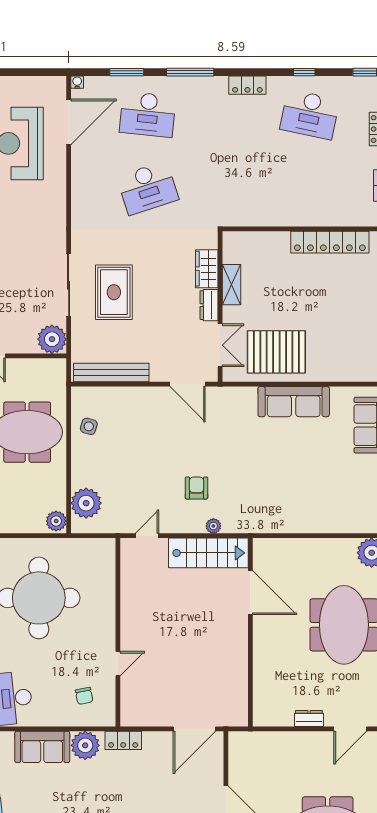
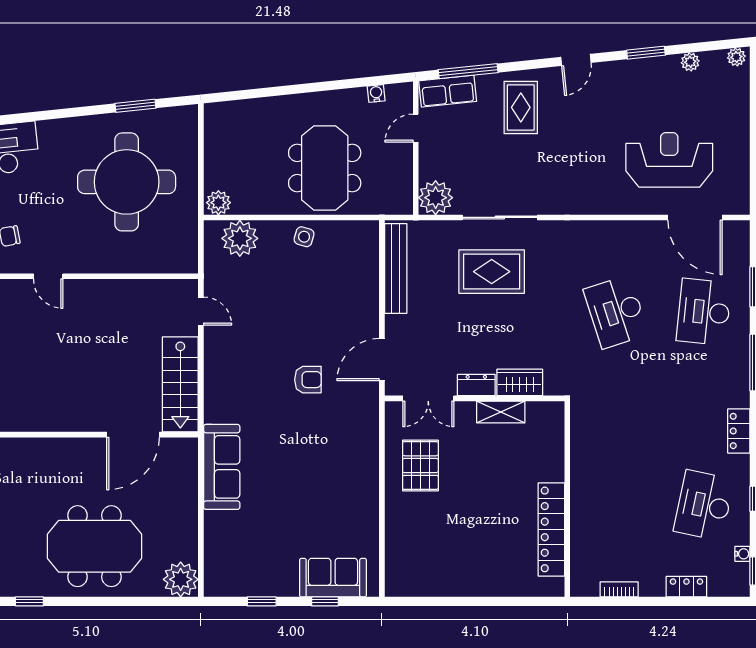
water cooler: (77, 82) -> (742, 554), moved
pallet: (276, 352) -> (420, 466), width x0.73, depth x0.71
sofa: (294, 402) -> (222, 467), moved, turned 180
side table: (89, 426) -> (304, 237), moved
armchair: (197, 488) -> (308, 380), moved
plant: (213, 526) -> (213, 390), removed

